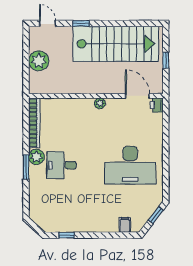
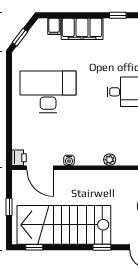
window: (143, 23) -> (34, 247), added
plant: (100, 103) -> (110, 160), moved
water cooler: (111, 103) -> (69, 160), added
filing cabinet: (99, 223) -> (82, 29), added

